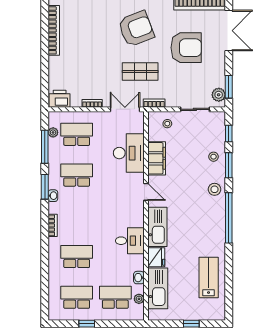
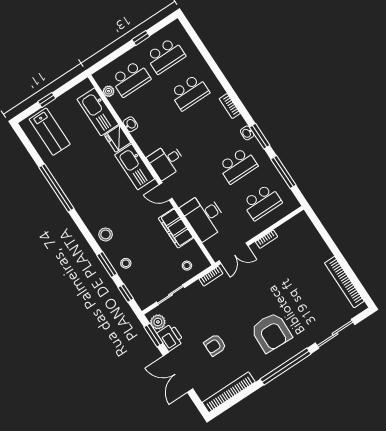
armchair: (136, 29) -> (271, 332), turned -67
double door: (229, 31) -> (178, 372), moved
armchair: (186, 48) -> (215, 345), width x0.53, depth x0.53
shop shelf: (140, 72) -> (242, 296), removed
printer: (60, 99) -> (170, 337), moved, turned -90
plant: (53, 132) -> (284, 190), removed
window: (229, 218) -> (56, 188), moved
desk: (130, 241) -> (166, 161), moved
washbasin: (139, 278) -> (130, 124), moved
lab bench: (209, 278) -> (50, 132), moved

